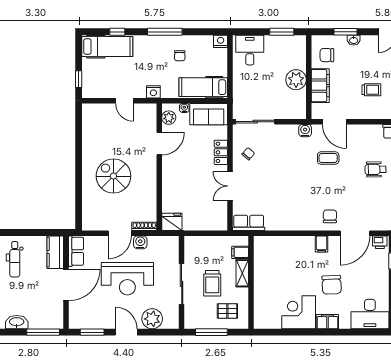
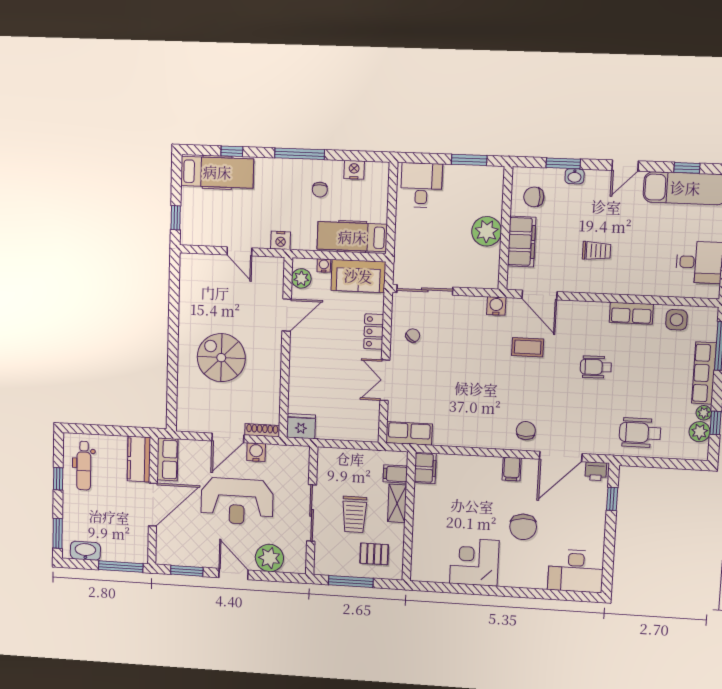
nightstand: (221, 41) -> (354, 170), moved
filing cabinet: (327, 322) -> (425, 468), moved, turned 90

